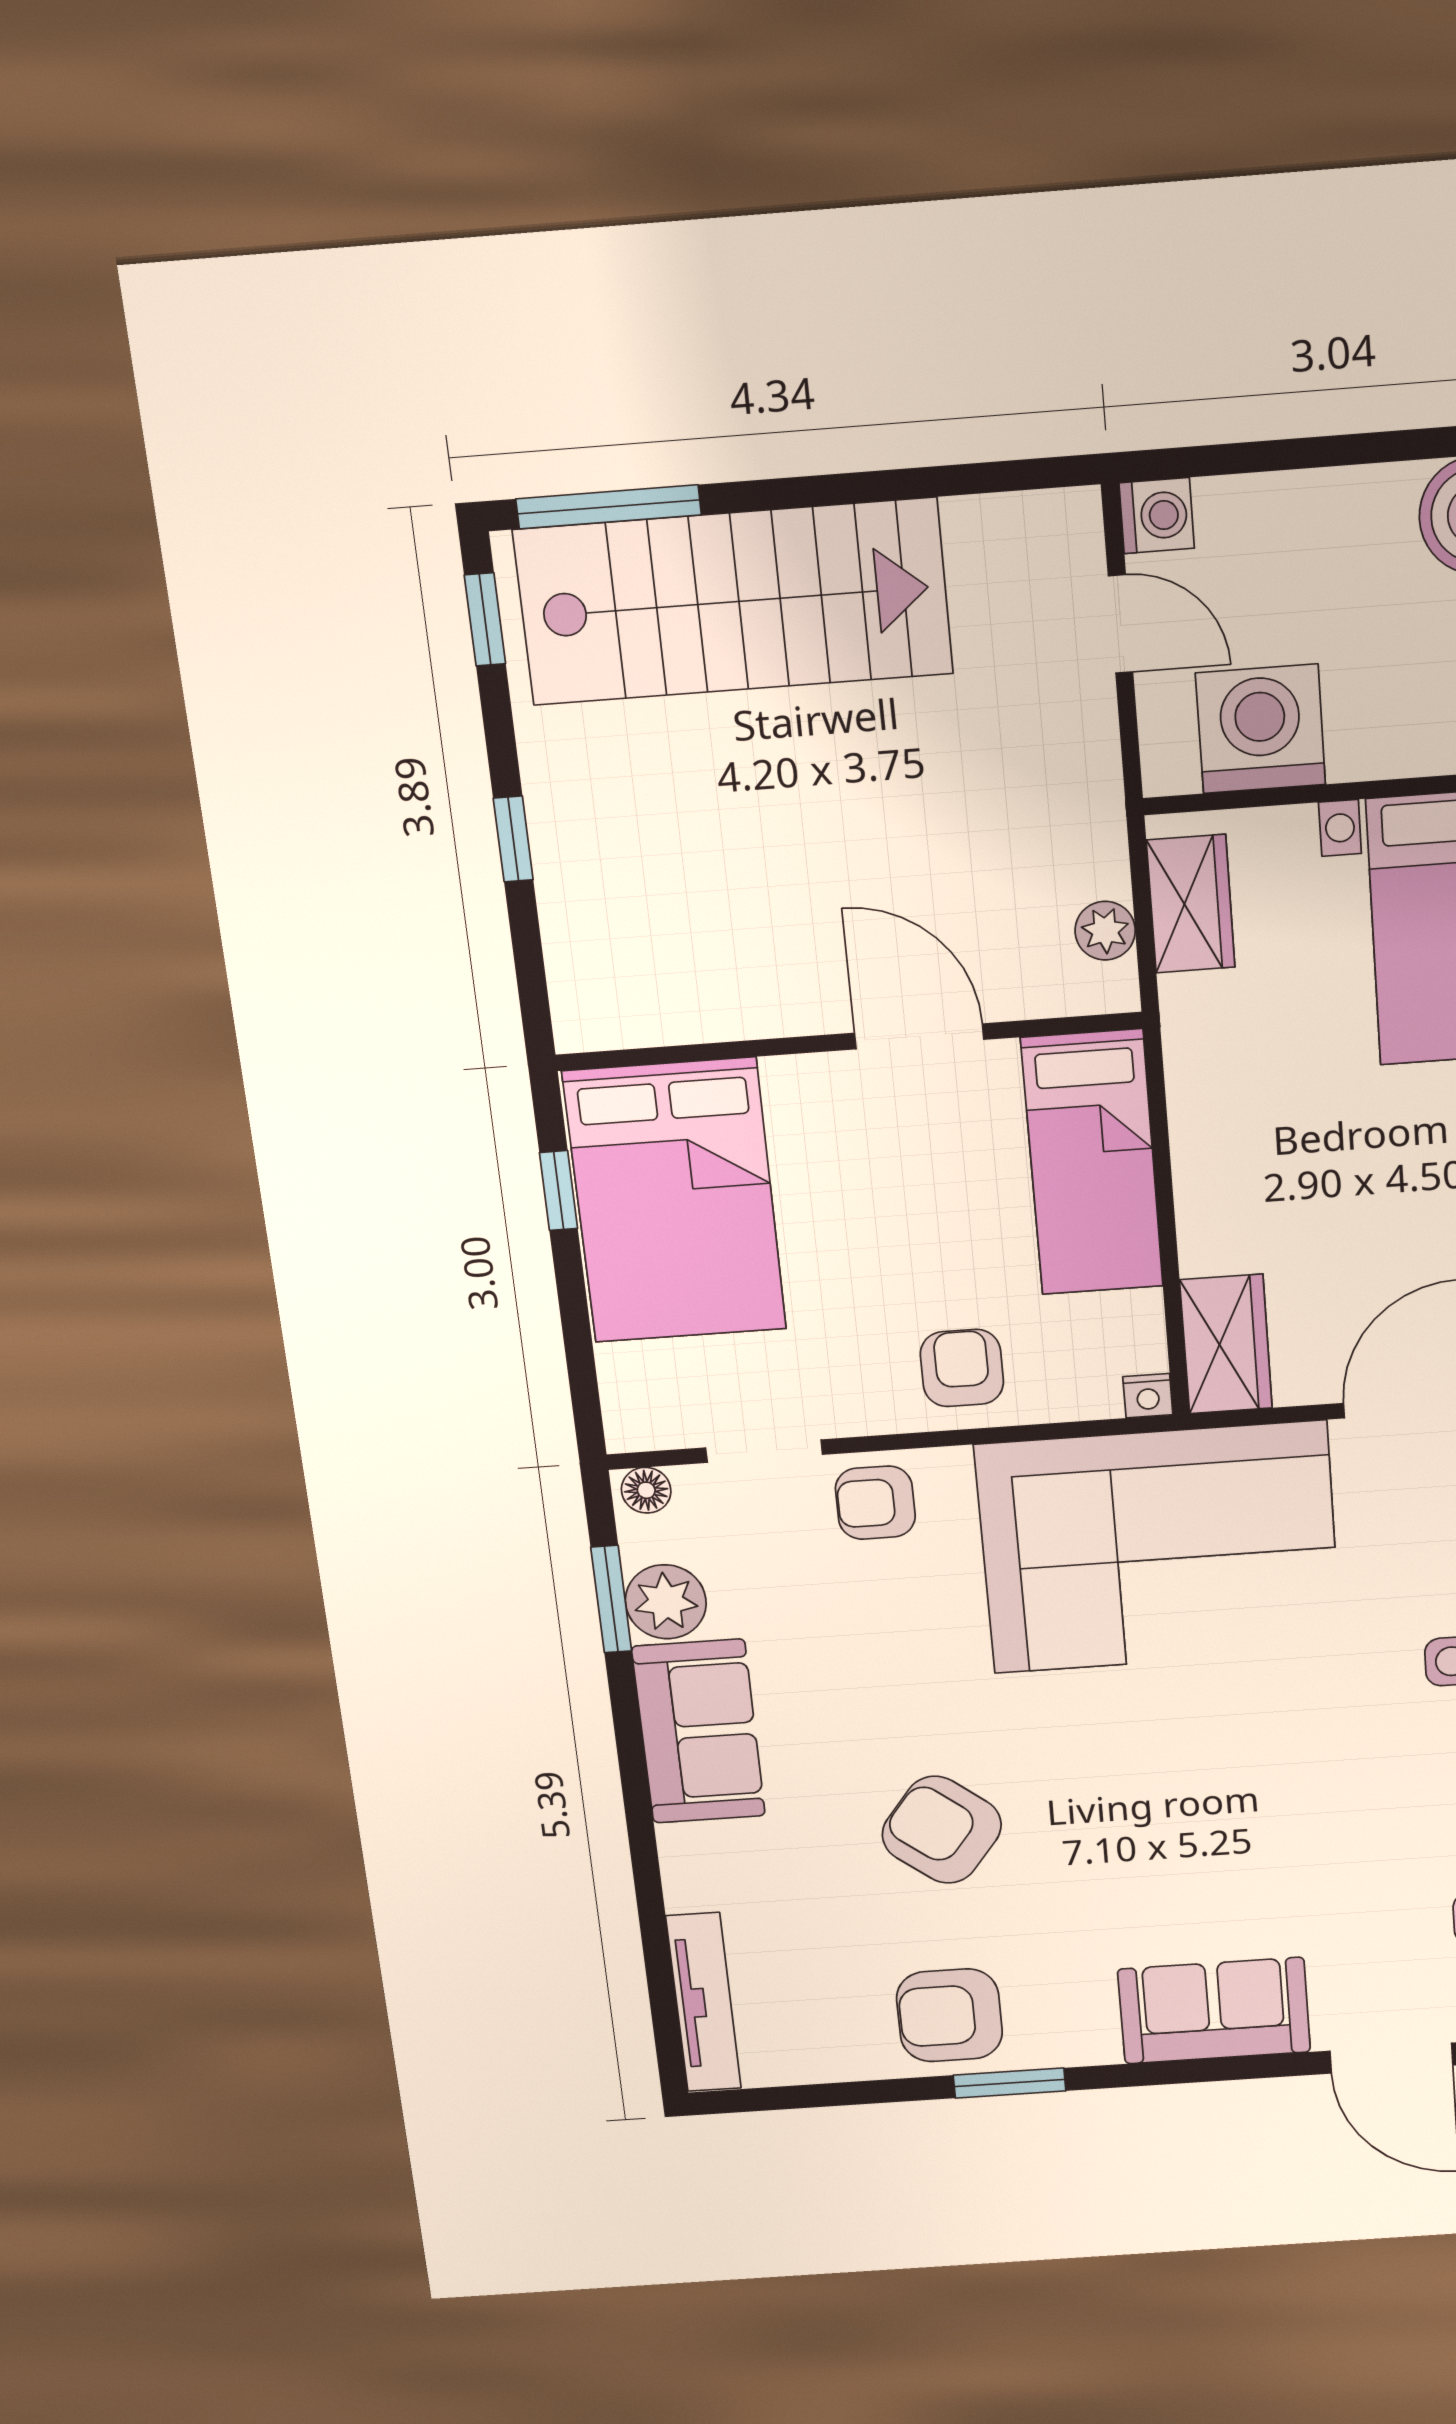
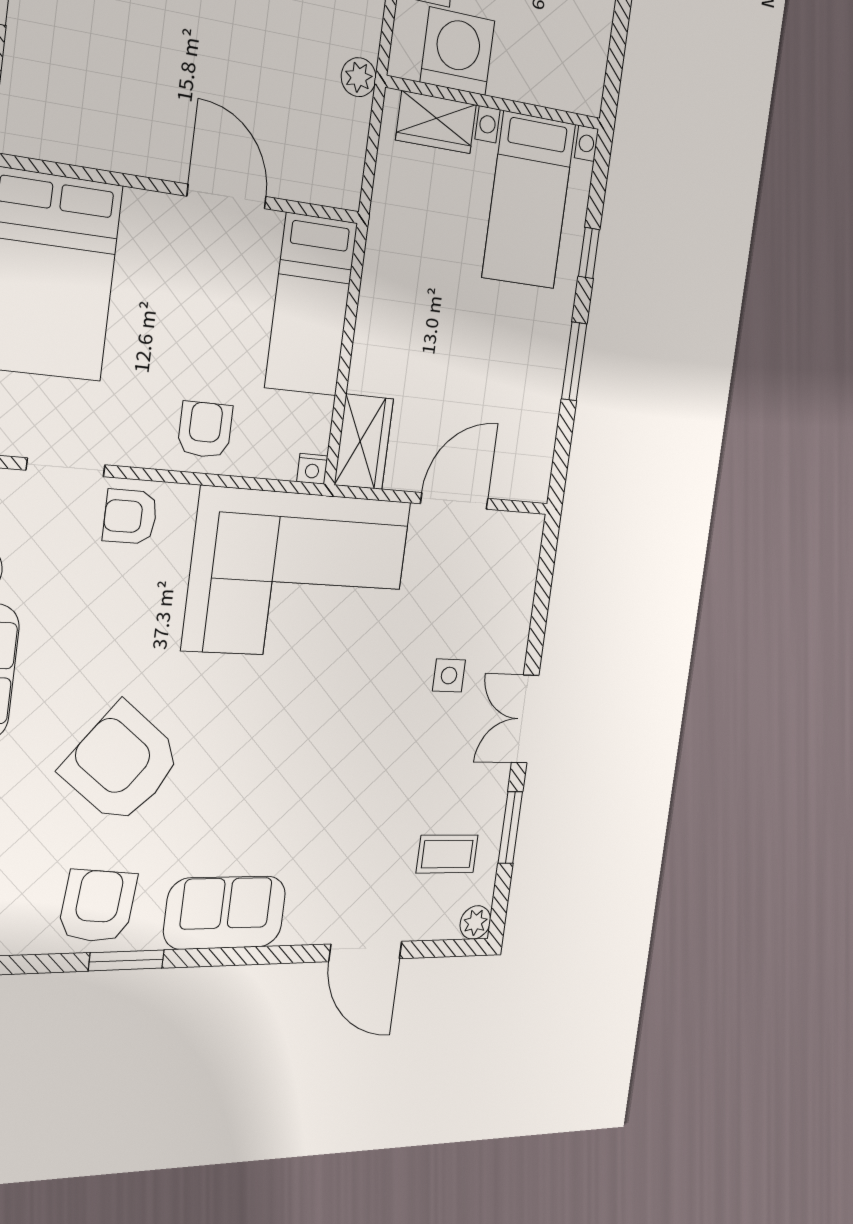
wardrobe: (1191, 904) -> (436, 122), moved, turned 90
plant: (1105, 931) -> (359, 77), moved
armchair: (942, 1830) -> (122, 764), width x1.36, depth x1.36
sofa: (1214, 2011) -> (225, 913), moved
armchair: (949, 2015) -> (98, 906), turned 95

